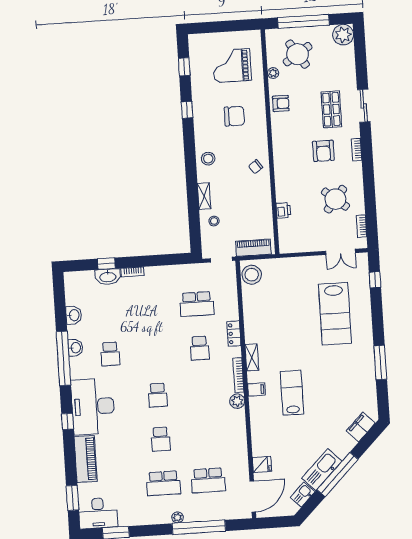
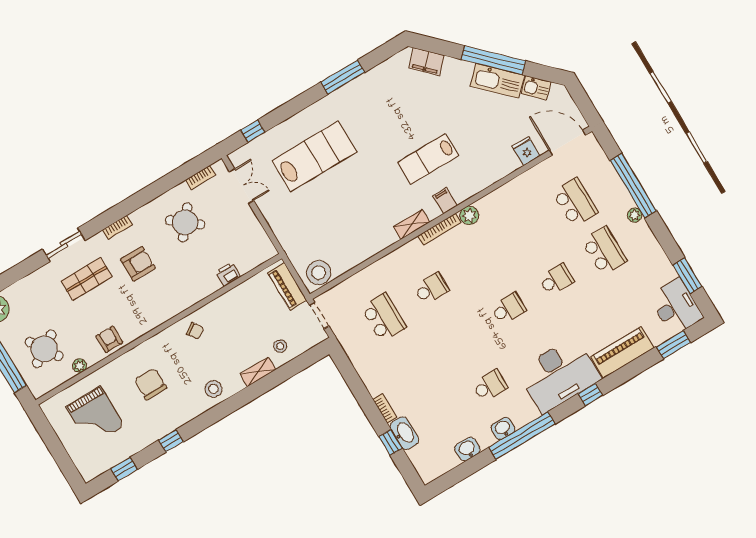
locker: (234, 334) -> (395, 258), removed

